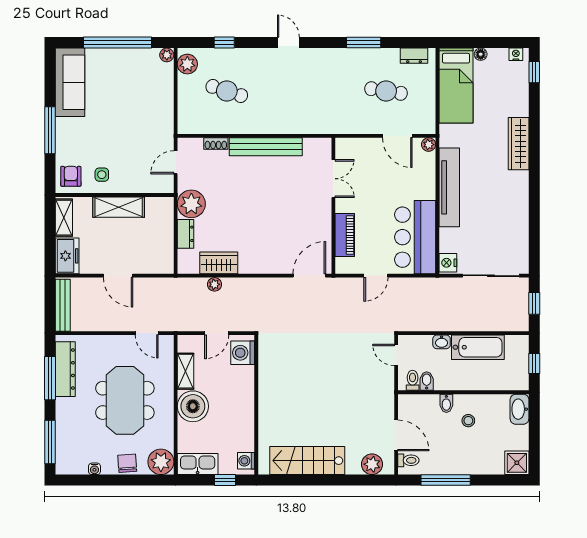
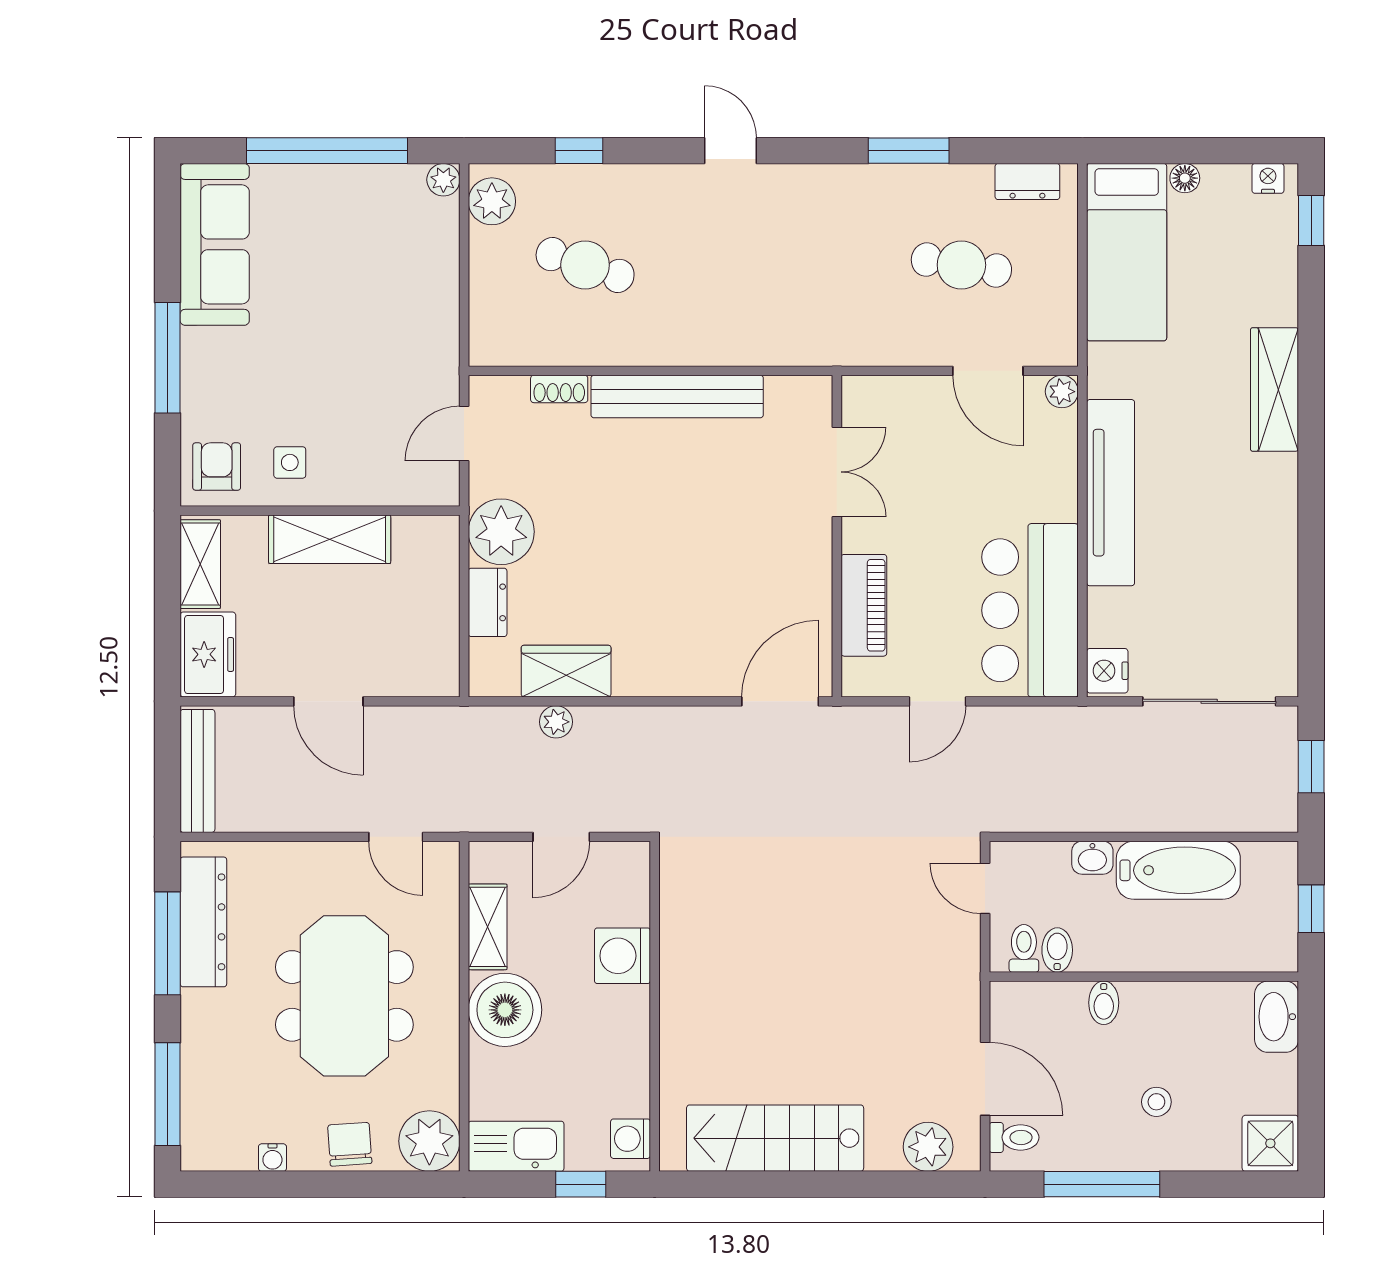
washing machine: (243, 353) -> (622, 956), moved
stool: (468, 421) -> (1156, 1102), moved

